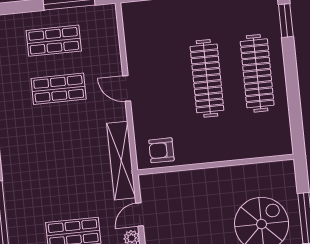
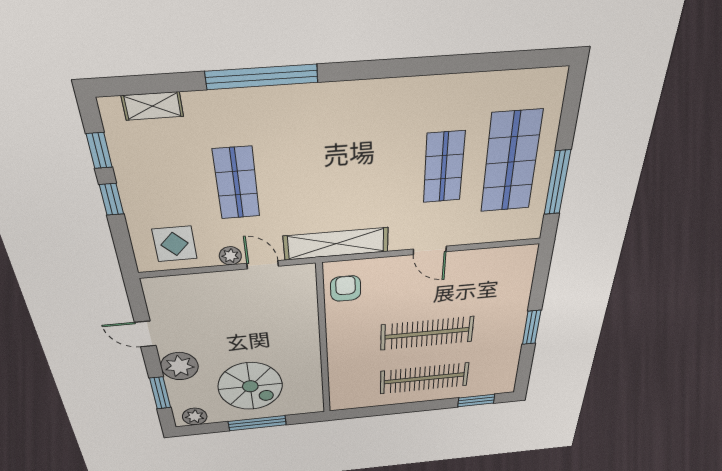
shop shelf: (54, 41) -> (511, 162), width x1.43, depth x1.36
door: (127, 88) -> (430, 250), swing flipped

